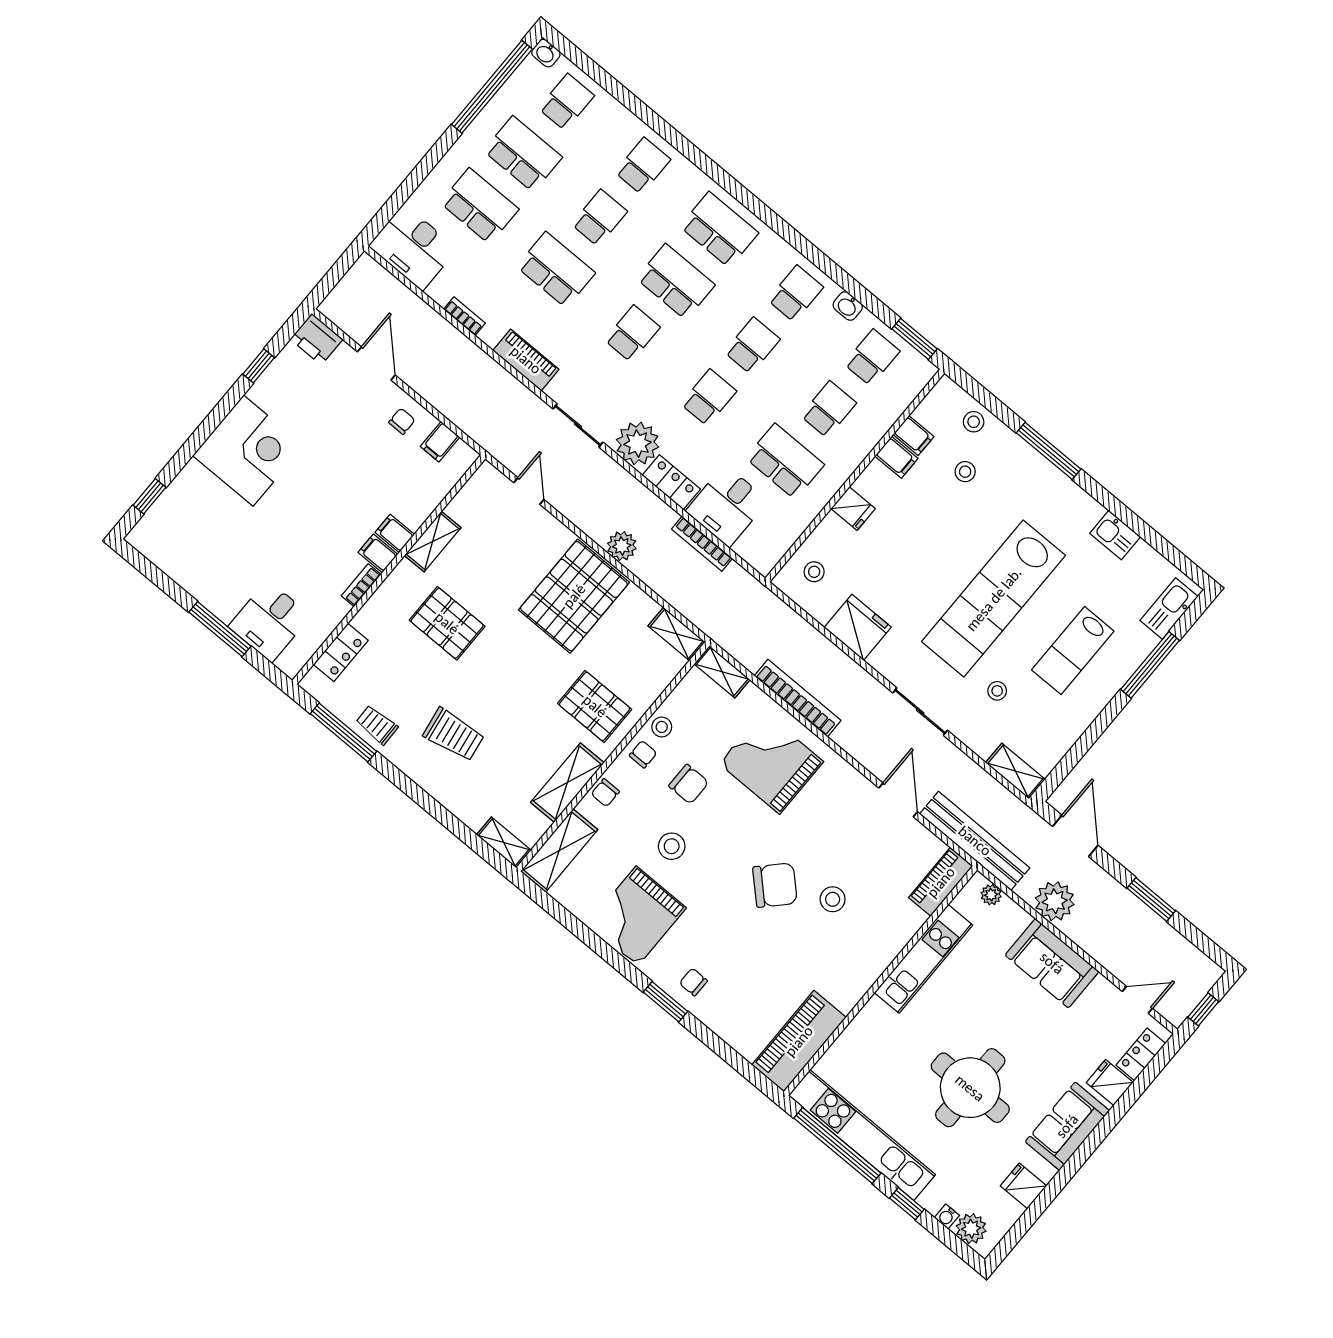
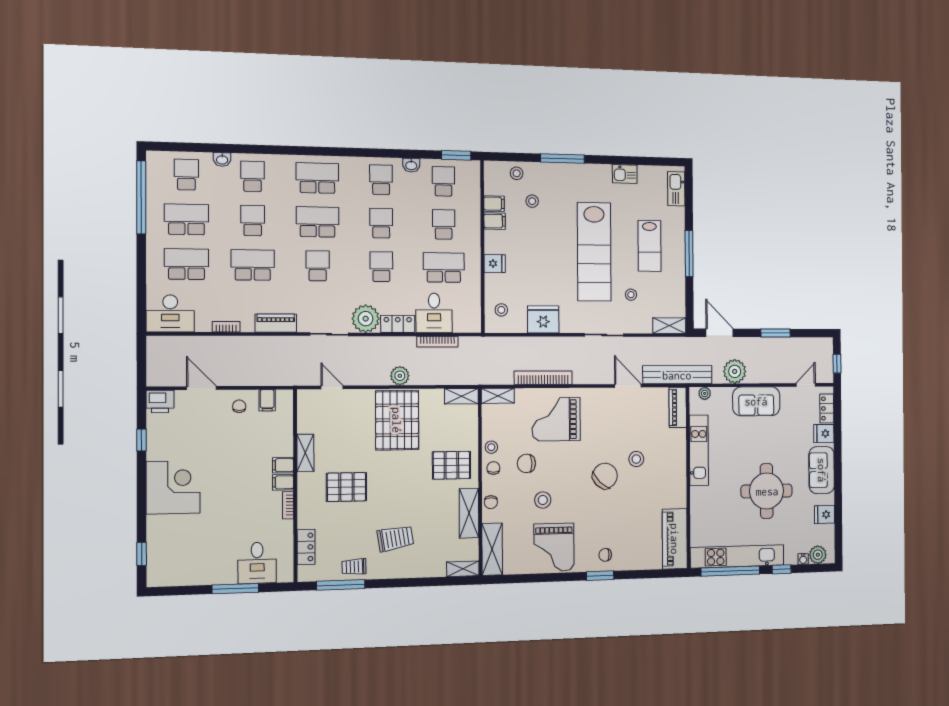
washbasin: (546, 53) -> (222, 160), moved
window: (1150, 665) -> (689, 254), moved
chair: (689, 784) -> (526, 463), turned 180

